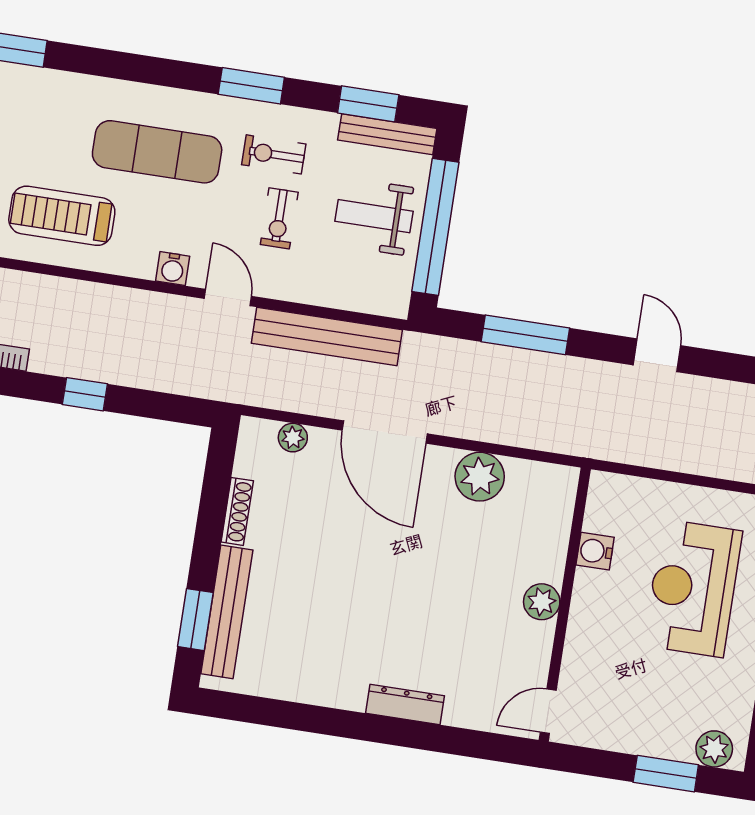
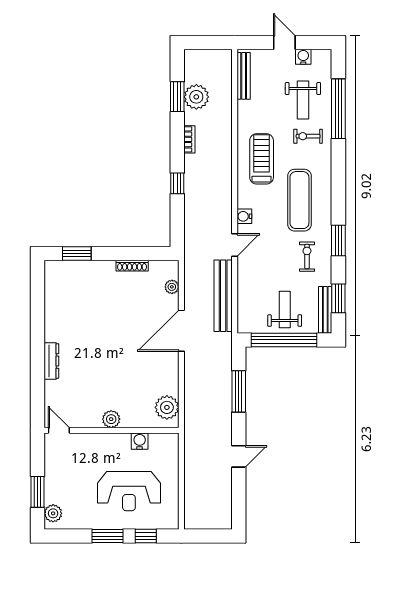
exercise bike: (279, 218) -> (308, 136), moved
plant: (480, 477) -> (167, 407), moved
reception desk: (693, 588) -> (129, 491), turned 180
bench: (227, 612) -> (83, 268), removed

